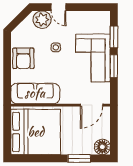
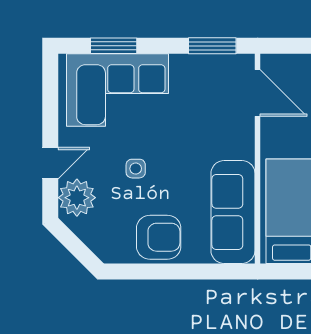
corner sofa: (93, 58) -> (117, 90), moved
window: (114, 66) -> (212, 46), moved

